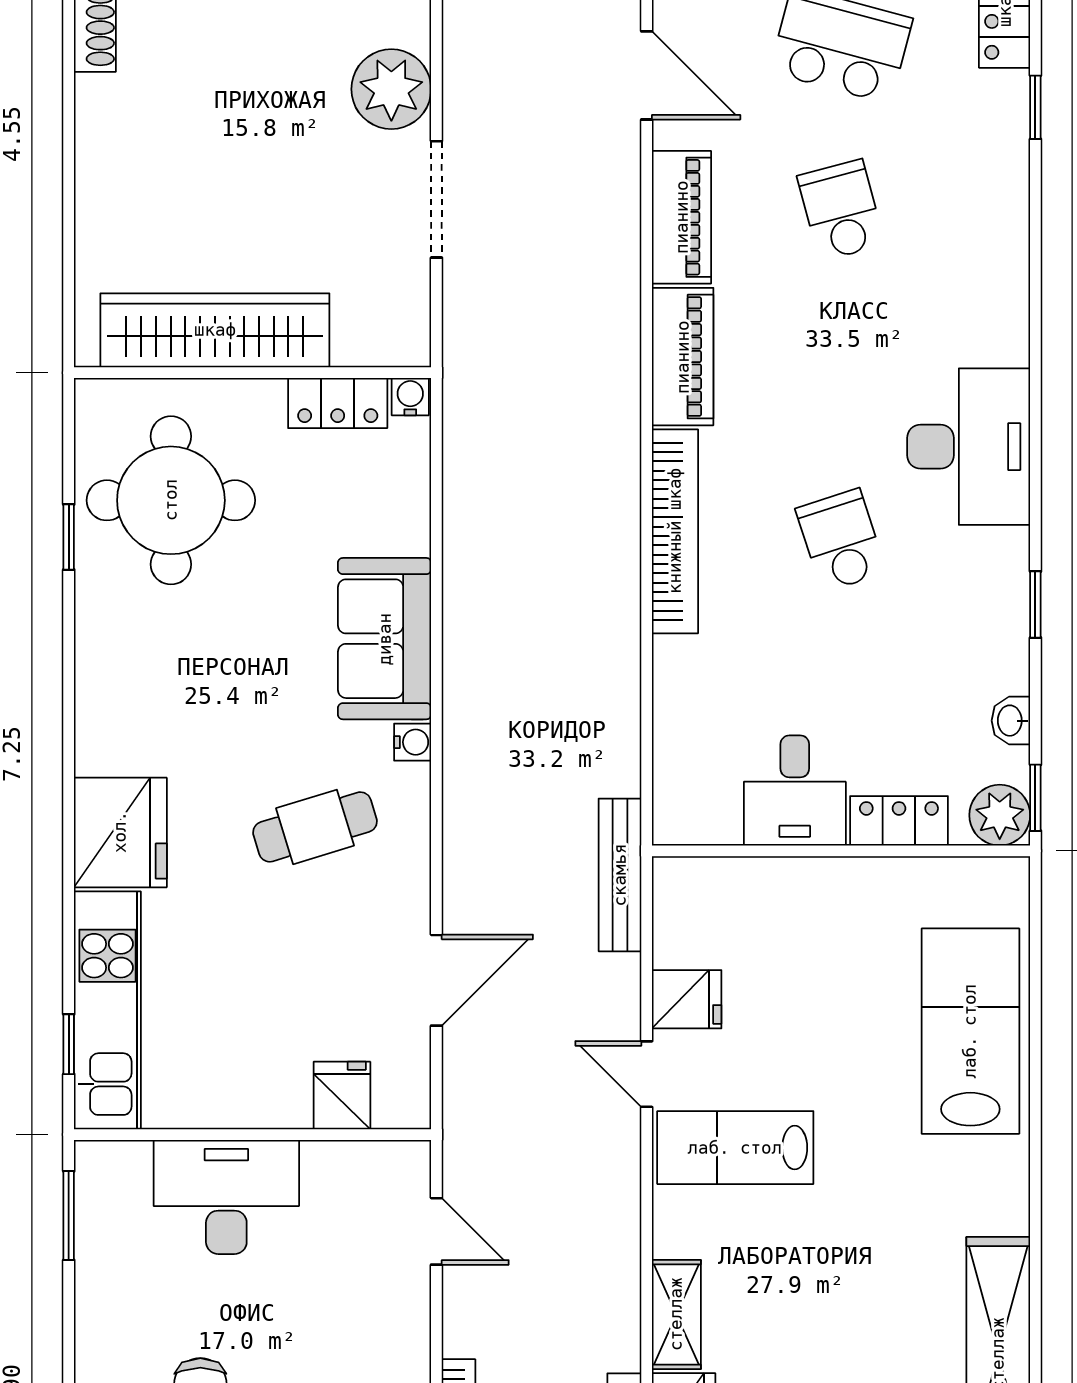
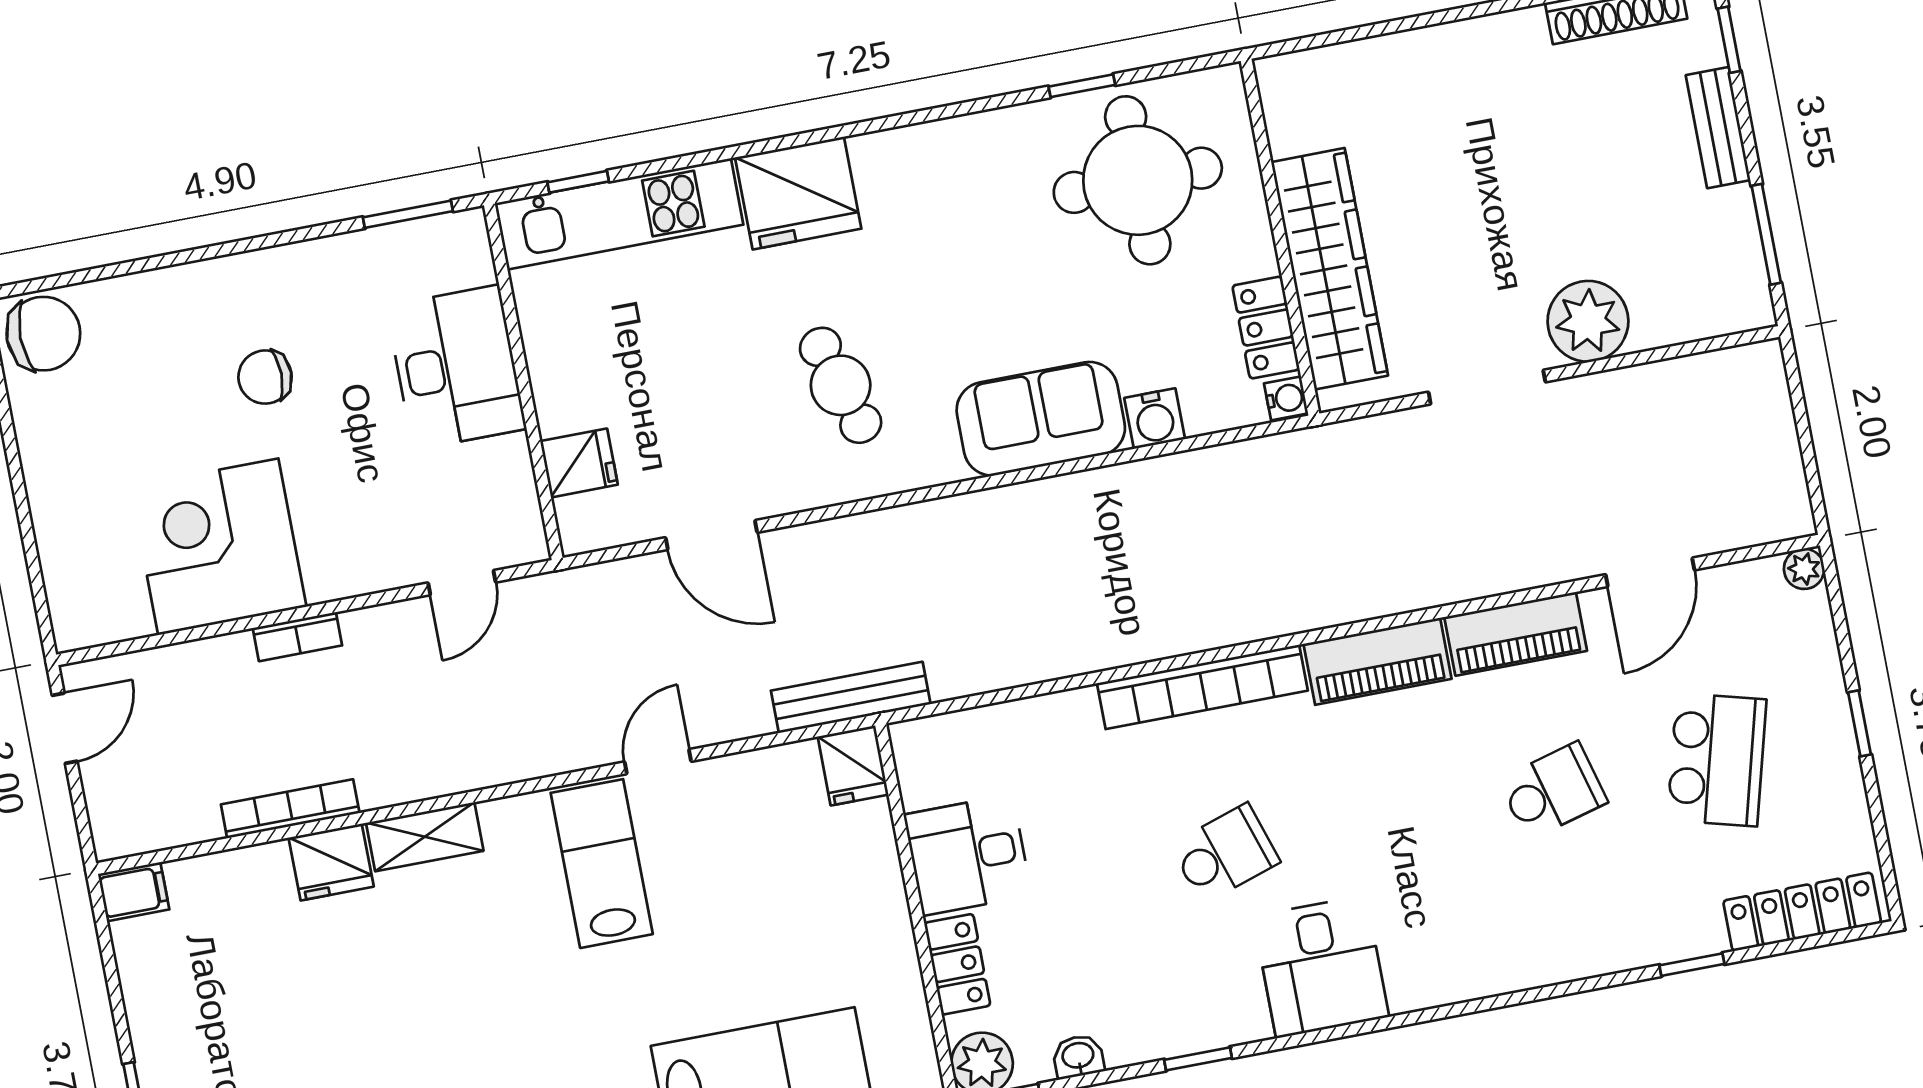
wardrobe: (215, 330) -> (1330, 269), moved
desk: (969, 447) -> (1321, 967), width x0.73
water cooler: (413, 742) -> (1155, 419), moved, width x1.38, depth x1.38
fridge: (687, 999) -> (853, 766), moved

